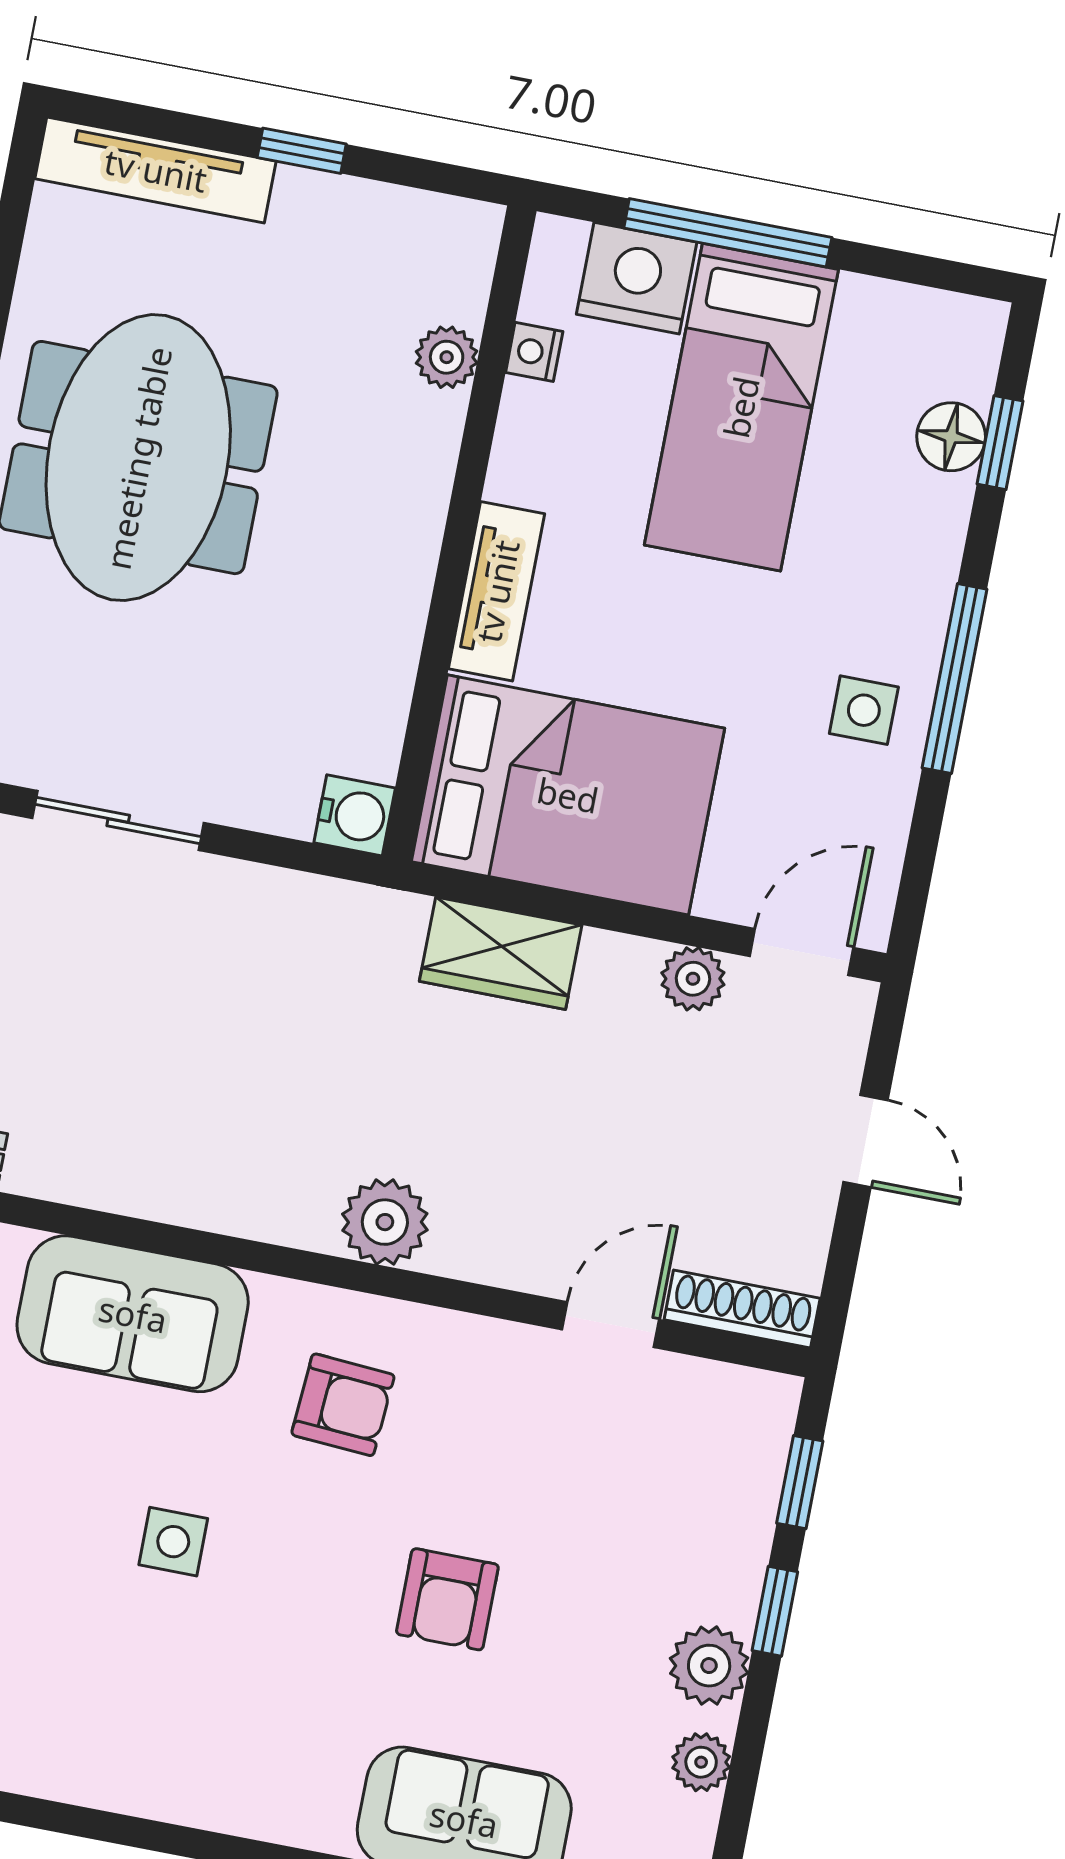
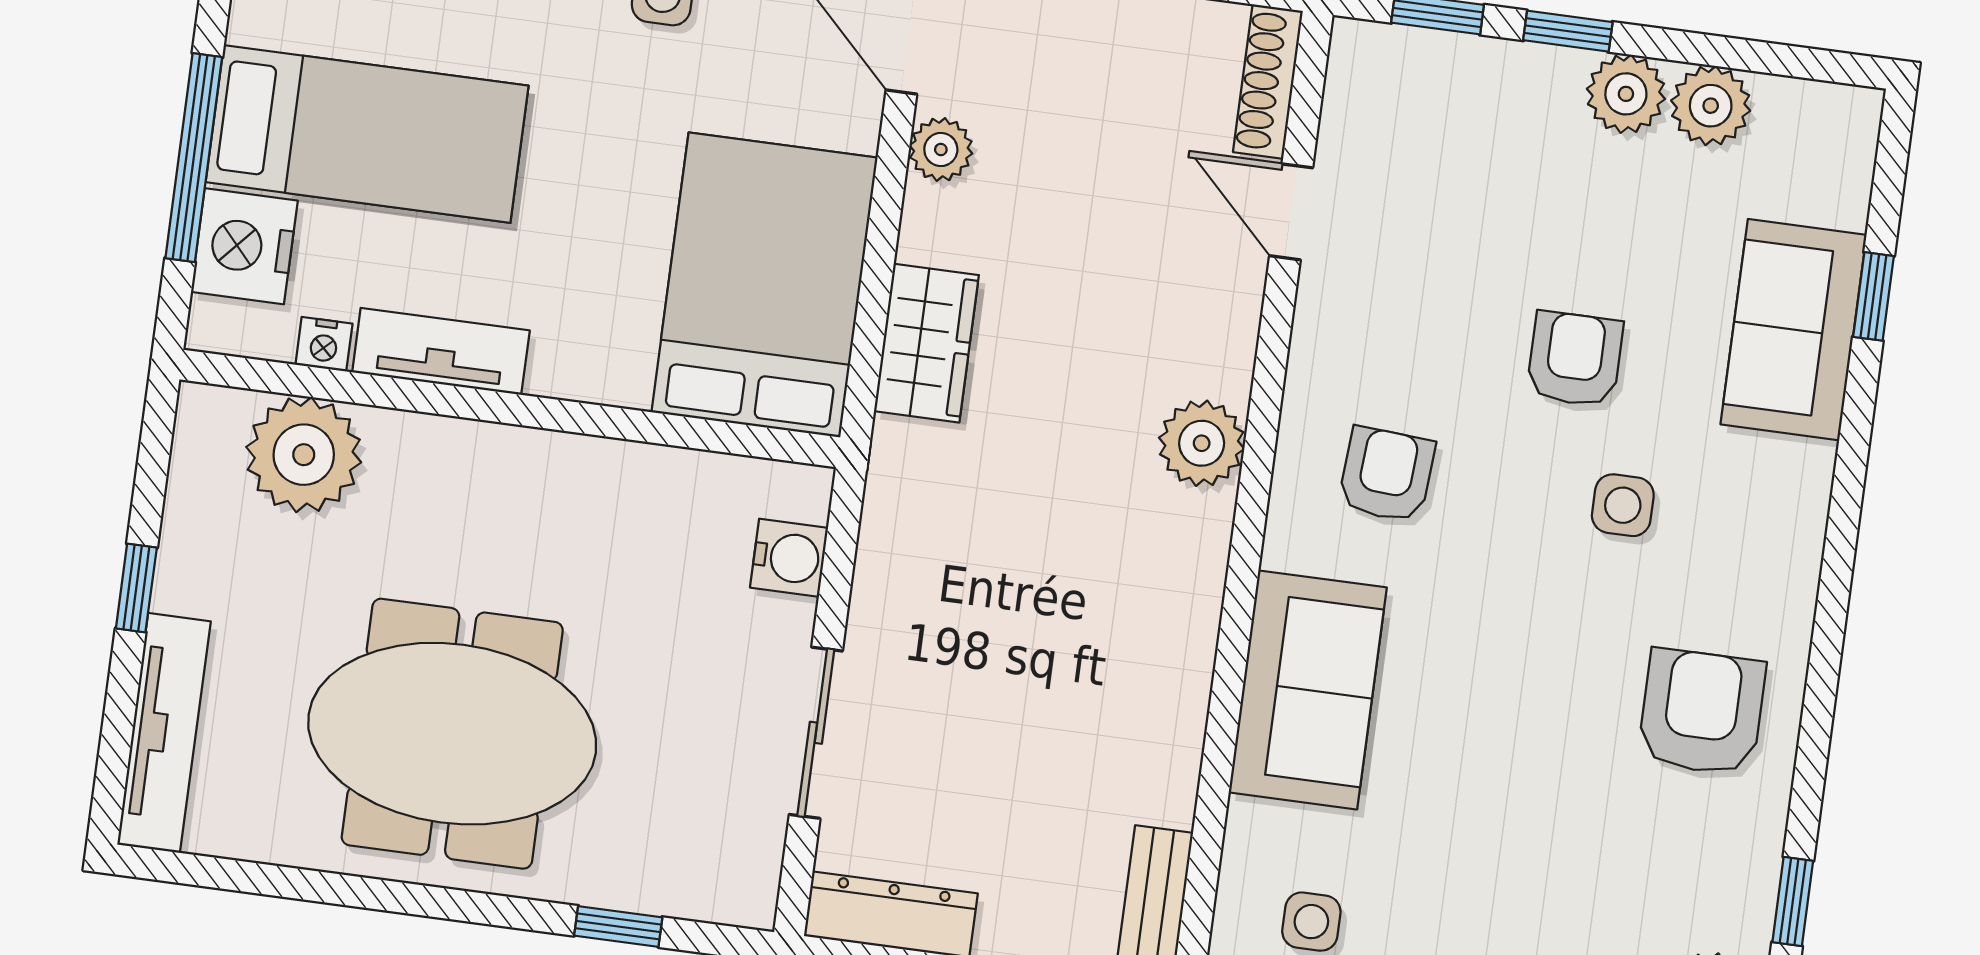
plant: (447, 357) -> (304, 455), width x1.88, depth x1.88
tv unit: (497, 591) -> (441, 351), moved
water cooler: (355, 815) -> (789, 558), moved, turned 90
side table: (173, 1542) -> (1623, 505), moved
armchair: (447, 1599) -> (1575, 359), turned -90
armchair: (88, 1705) -> (1702, 712), added
plant: (701, 1762) -> (1711, 106), width x1.38, depth x1.38

